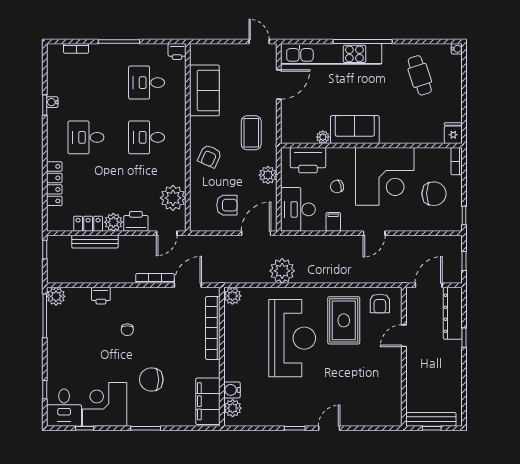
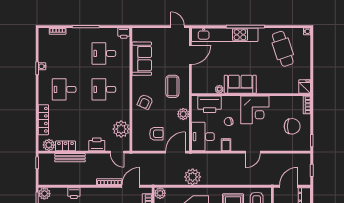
cafe table: (420, 75) -> (283, 49), width x1.37, depth x1.35
corner desk: (385, 176) -> (255, 110), width x0.74, depth x0.74
plant: (113, 222) -> (49, 145), moved
door: (167, 233) -> (117, 152), hinge flipped

